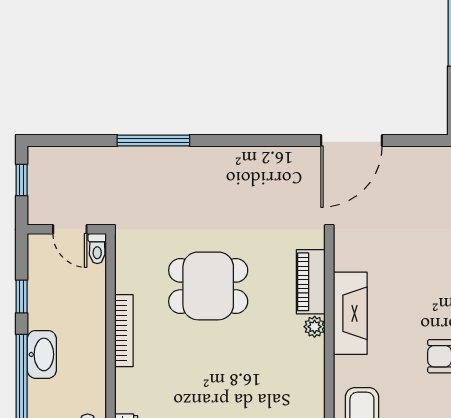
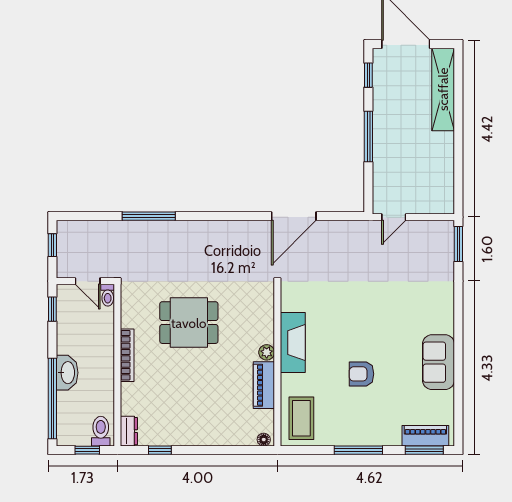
piano: (311, 282) -> (264, 385), moved
window: (22, 297) -> (52, 309), moved

